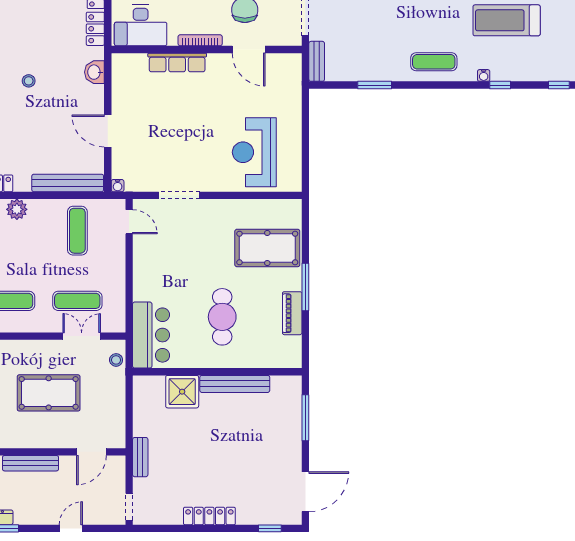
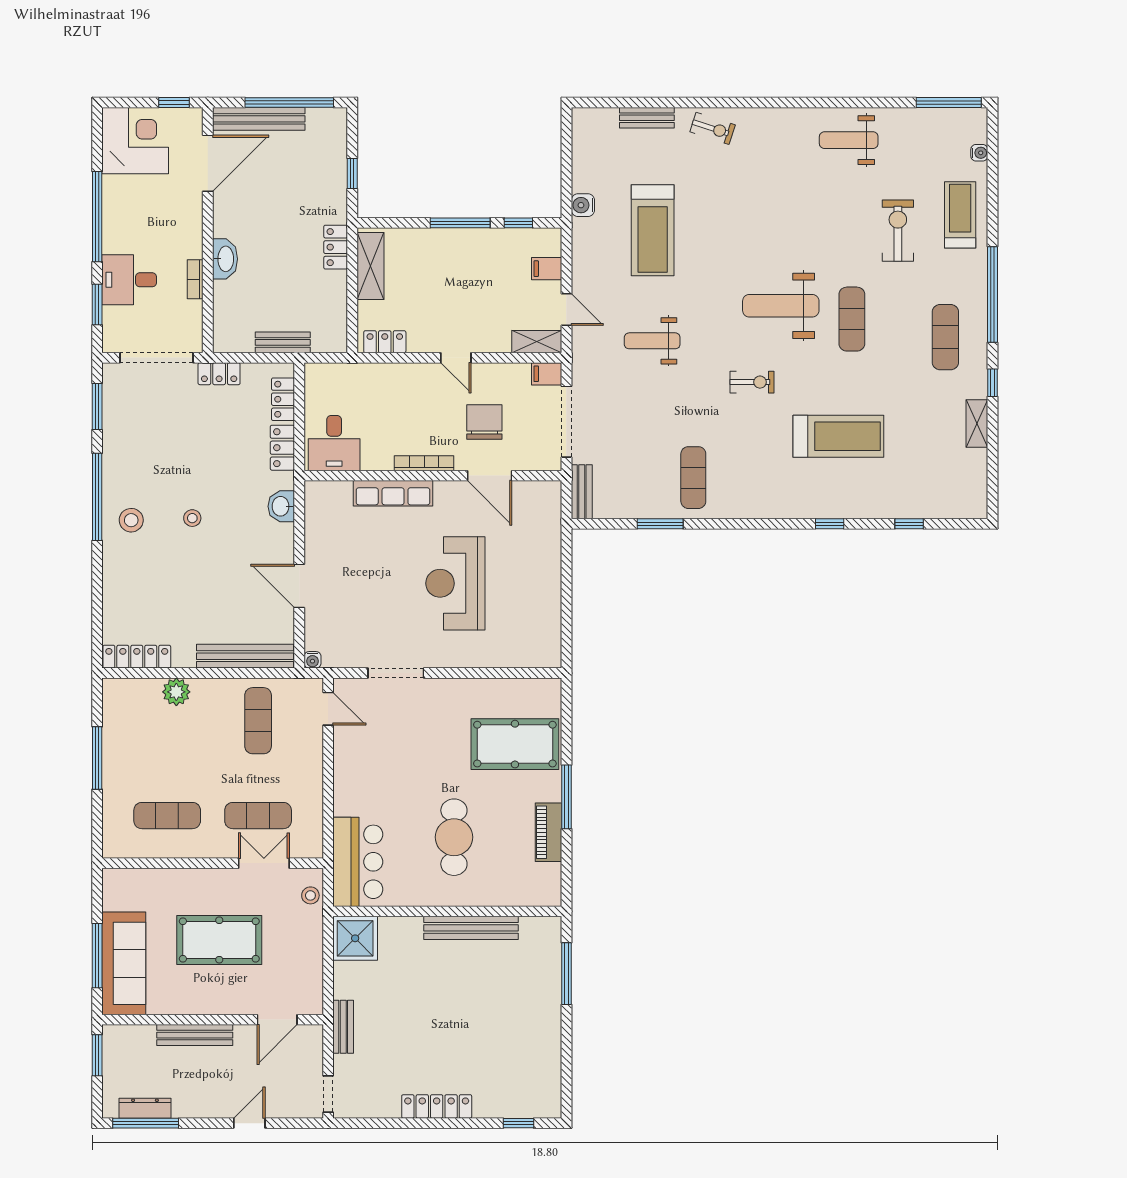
treadmill: (507, 20) -> (838, 436), turned 180
desk: (141, 25) -> (334, 443), width x0.73
exercise mat: (434, 62) -> (693, 478), moved, turned 90
water cooler: (484, 75) -> (807, 511), removed
reception desk: (254, 152) -> (455, 583), moved
shower: (182, 392) -> (355, 938), moved
door: (305, 492) -> (566, 1074), removed

